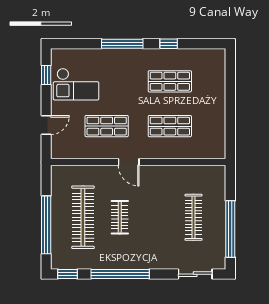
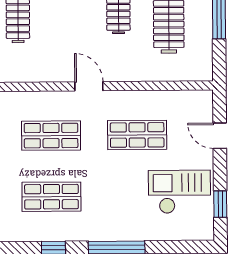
door: (46, 125) -> (220, 136), hinge flipped
door: (129, 162) -> (89, 86), moved

